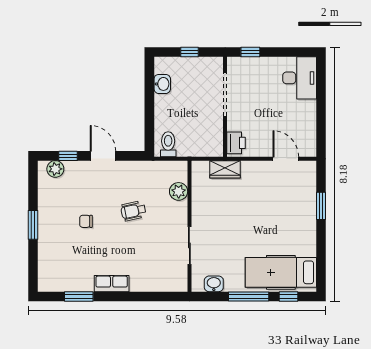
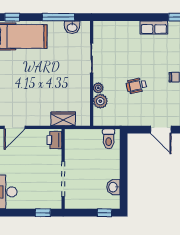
window: (190, 52) -> (104, 213), moved
door: (286, 159) -> (15, 127), hinge flipped
plant: (181, 208) -> (98, 88), added
wheelchair: (133, 211) -> (136, 86), turned 180
window: (249, 296) -> (58, 17), moved

